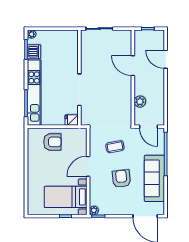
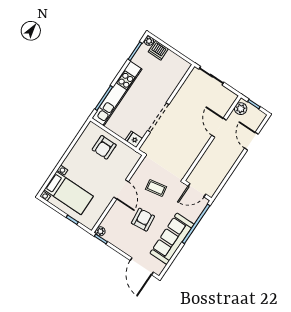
dishwasher: (34, 52) -> (158, 50), moved, turned 90
plant: (140, 102) -> (241, 109), moved
door: (149, 127) -> (197, 190), hinge flipped
armchair: (52, 142) -> (104, 147), turned 90
door: (88, 166) -> (121, 189), swing flipped
bed with nightstands: (66, 197) -> (69, 193), moved, turned 180

